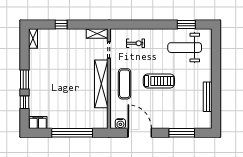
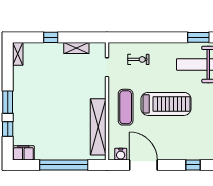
shelving: (97, 33) -> (76, 48), moved
treadmill: (159, 81) -> (166, 104), width x1.37, depth x1.38
shelving: (101, 84) -> (98, 127), moved
window: (182, 133) -> (193, 165), width x0.46

